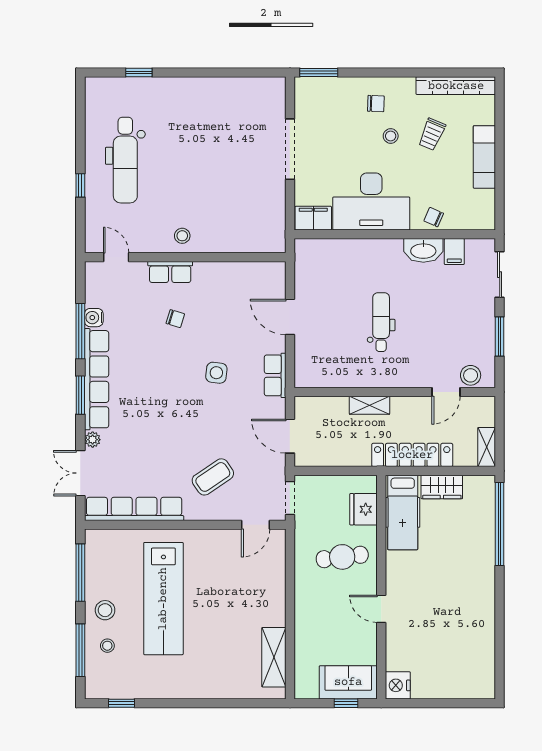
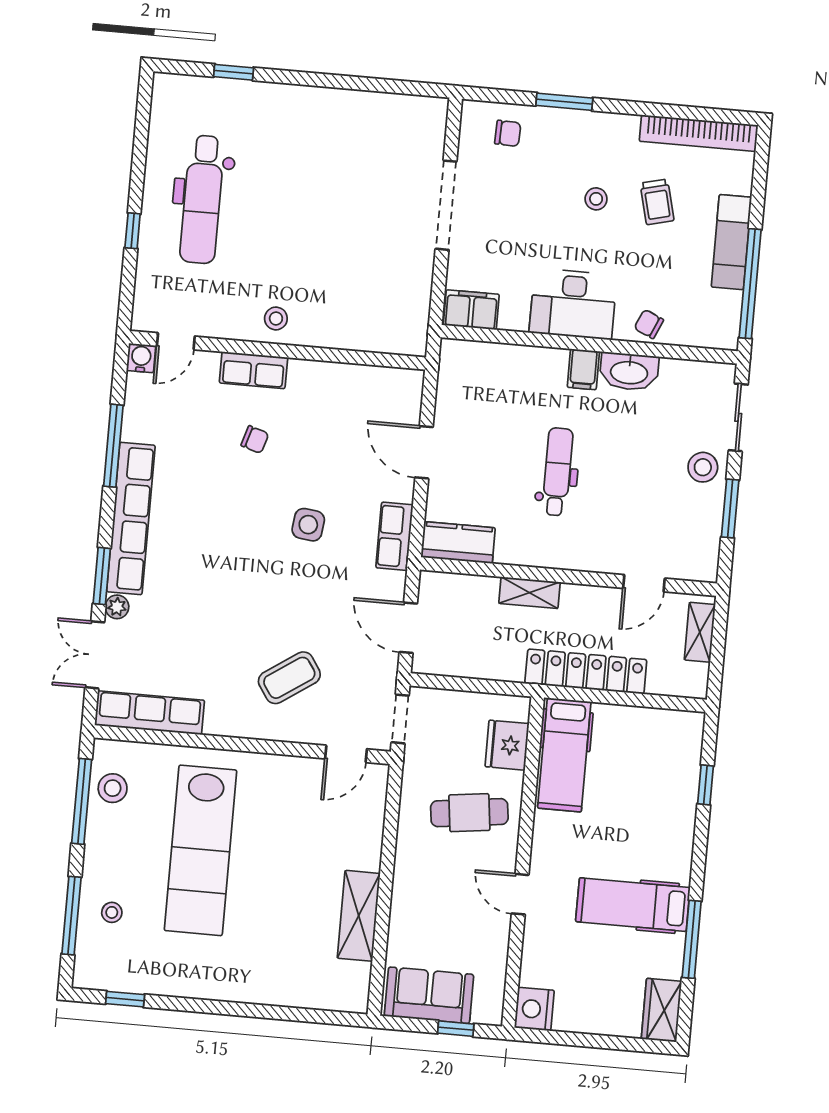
window: (319, 72) -> (564, 102), moved
chair: (376, 104) -> (508, 133), moved
trolley: (432, 134) -> (657, 202), turned -37
window: (500, 184) -> (750, 284), added
desk: (371, 201) -> (573, 304), width x0.73, depth x0.77
filing cabinet: (454, 252) -> (583, 369), moved
door: (116, 257) -> (176, 341), swing flipped
water cooler: (94, 318) -> (141, 358), moved, turned 90
stool: (471, 375) -> (703, 467), moved
kitchen counter: (318, 376) -> (458, 543), added
window: (80, 395) -> (102, 576), moved
shelving: (487, 447) -> (700, 632), moved
wardrobe: (442, 487) -> (661, 1010), moved, turned 90
row of seats: (134, 509) -> (150, 713), width x0.73
window: (500, 524) -> (705, 785), width x0.32
hospital bed: (458, 609) -> (633, 905), added
stool: (105, 610) -> (113, 788), moved
window: (500, 629) -> (692, 939), added
shelving: (274, 657) -> (359, 916), moved
sofa: (348, 682) -> (429, 995), moved

